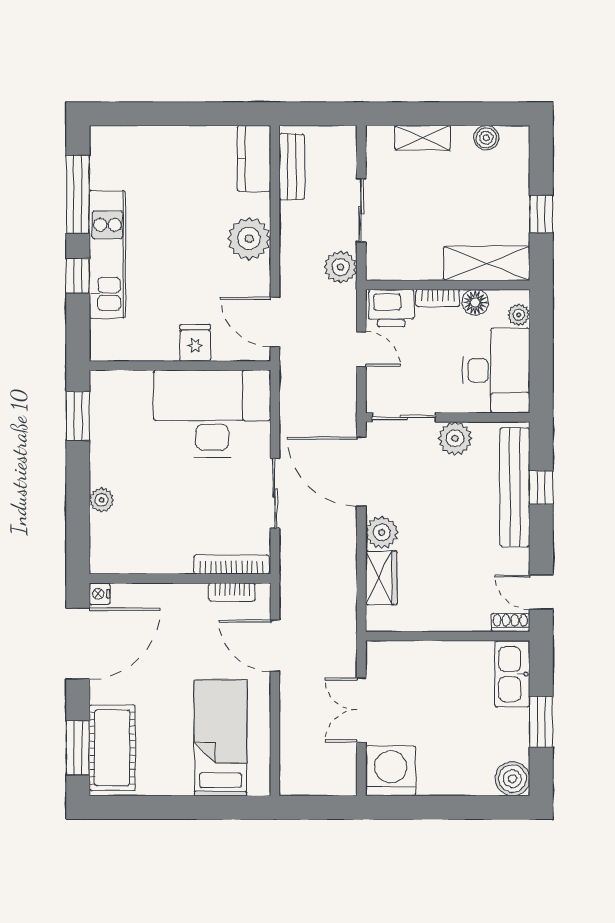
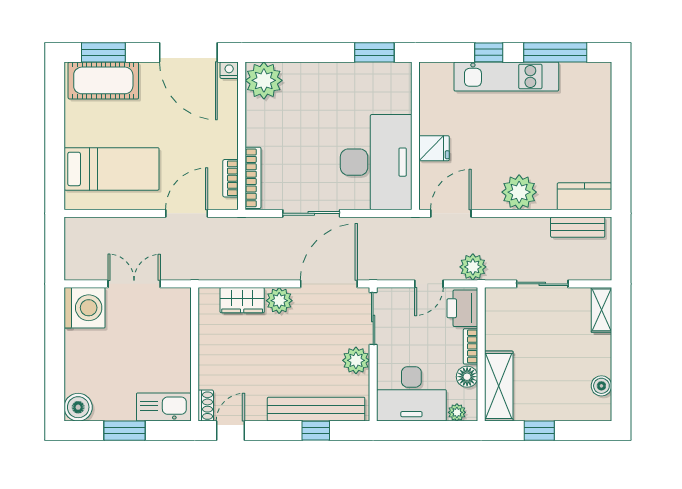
shelving: (422, 138) -> (601, 310), moved
plant: (341, 267) -> (473, 267), moved
plant: (102, 500) -> (264, 80), moved, width x1.88, depth x1.88

